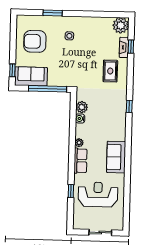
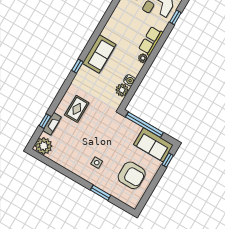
sofa: (116, 157) -> (99, 54), moved

